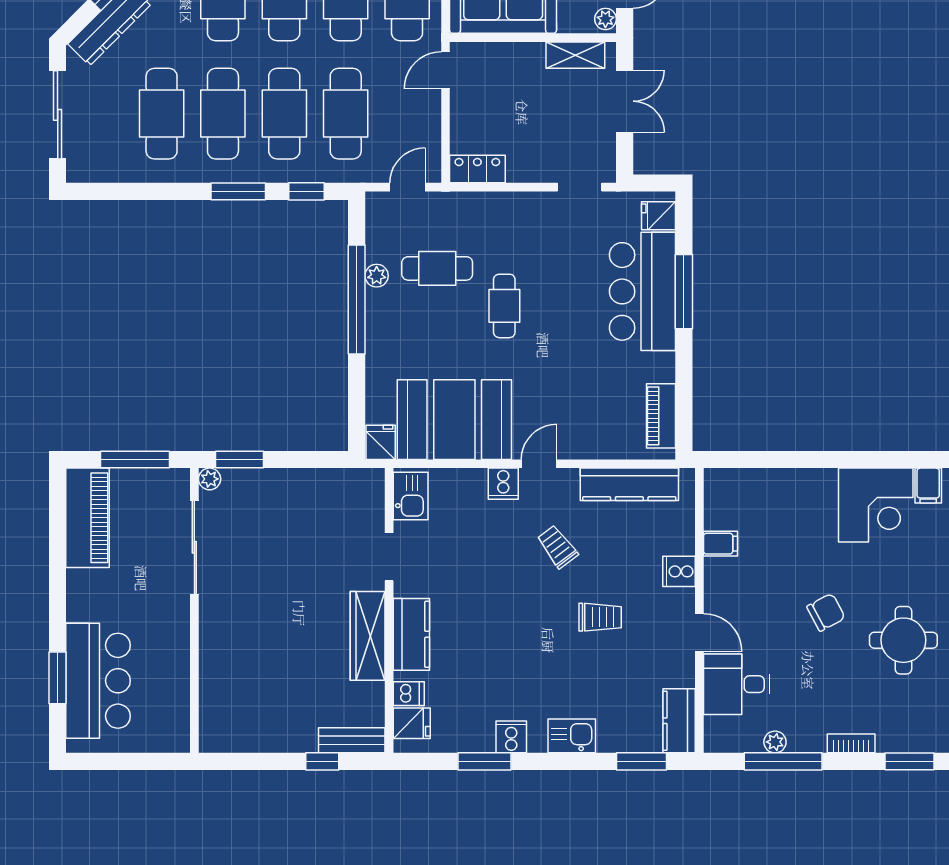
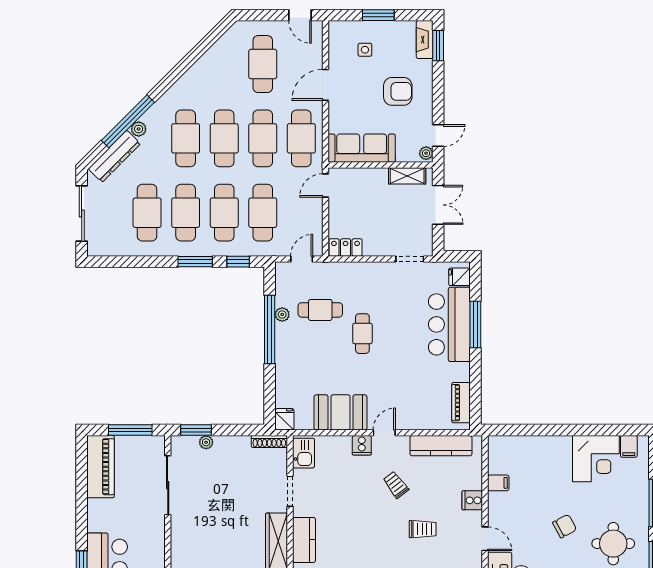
booth: (454, 420) -> (341, 412), width x0.73, depth x0.70
shoe rack: (356, 478) -> (269, 441), added
plant: (210, 479) -> (206, 442), moved

